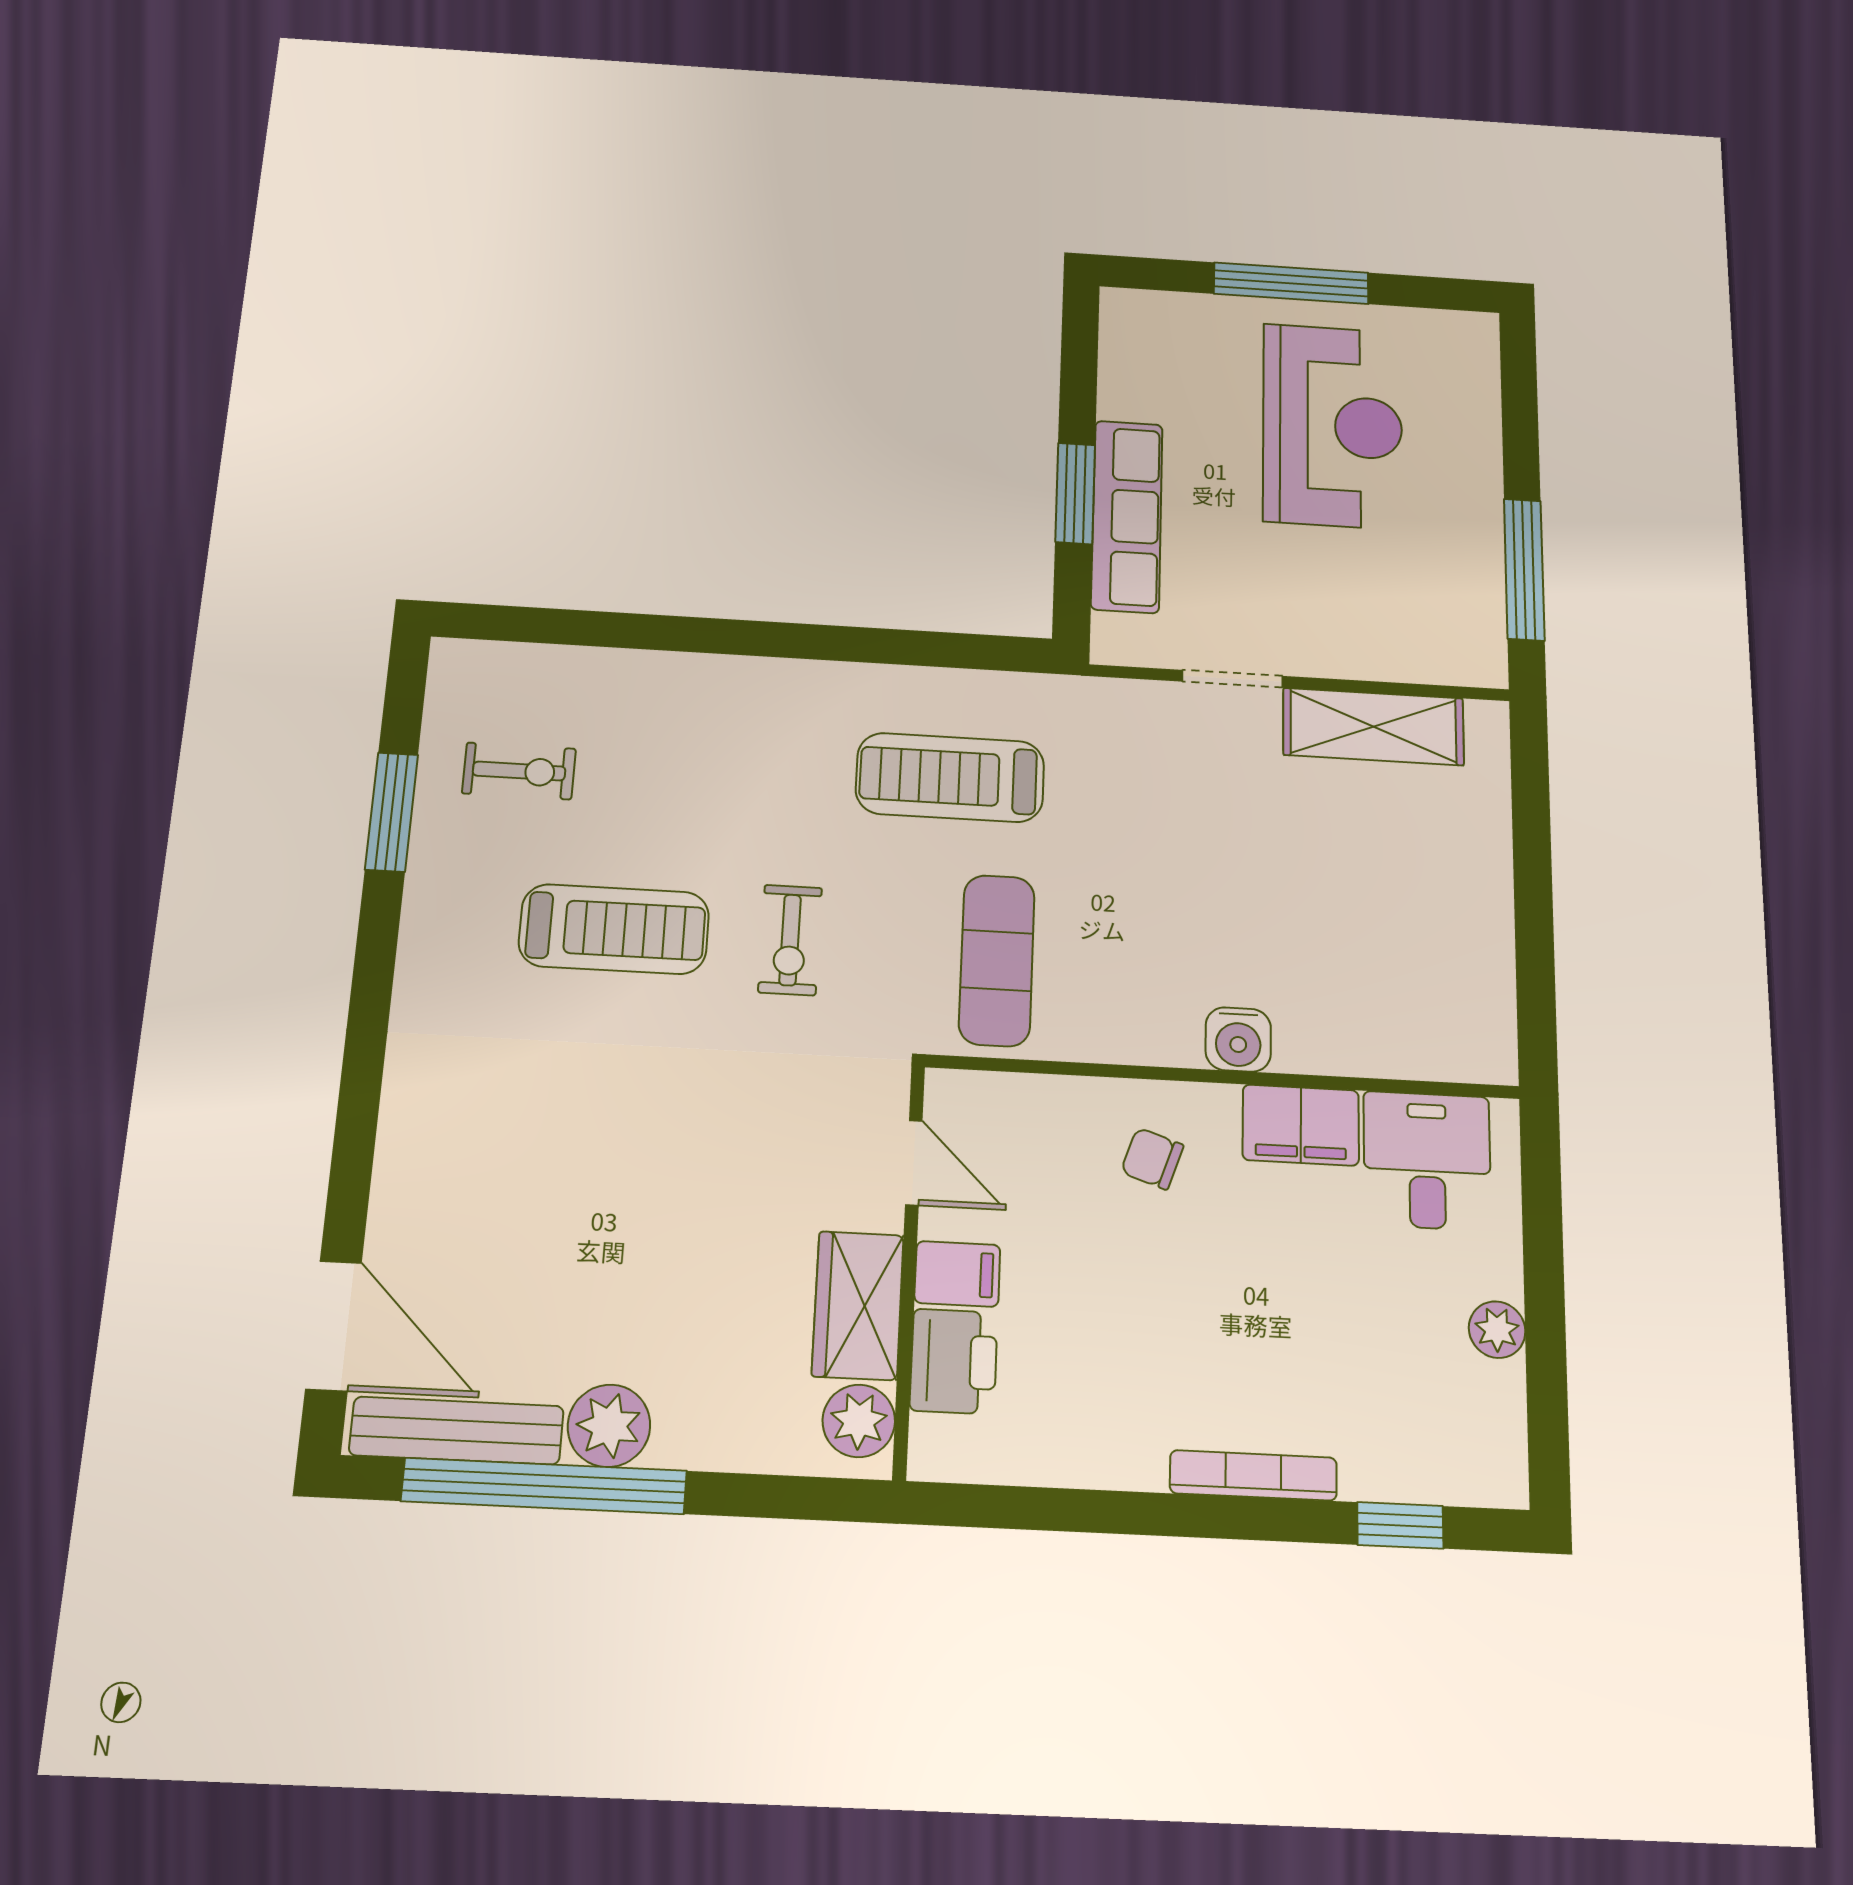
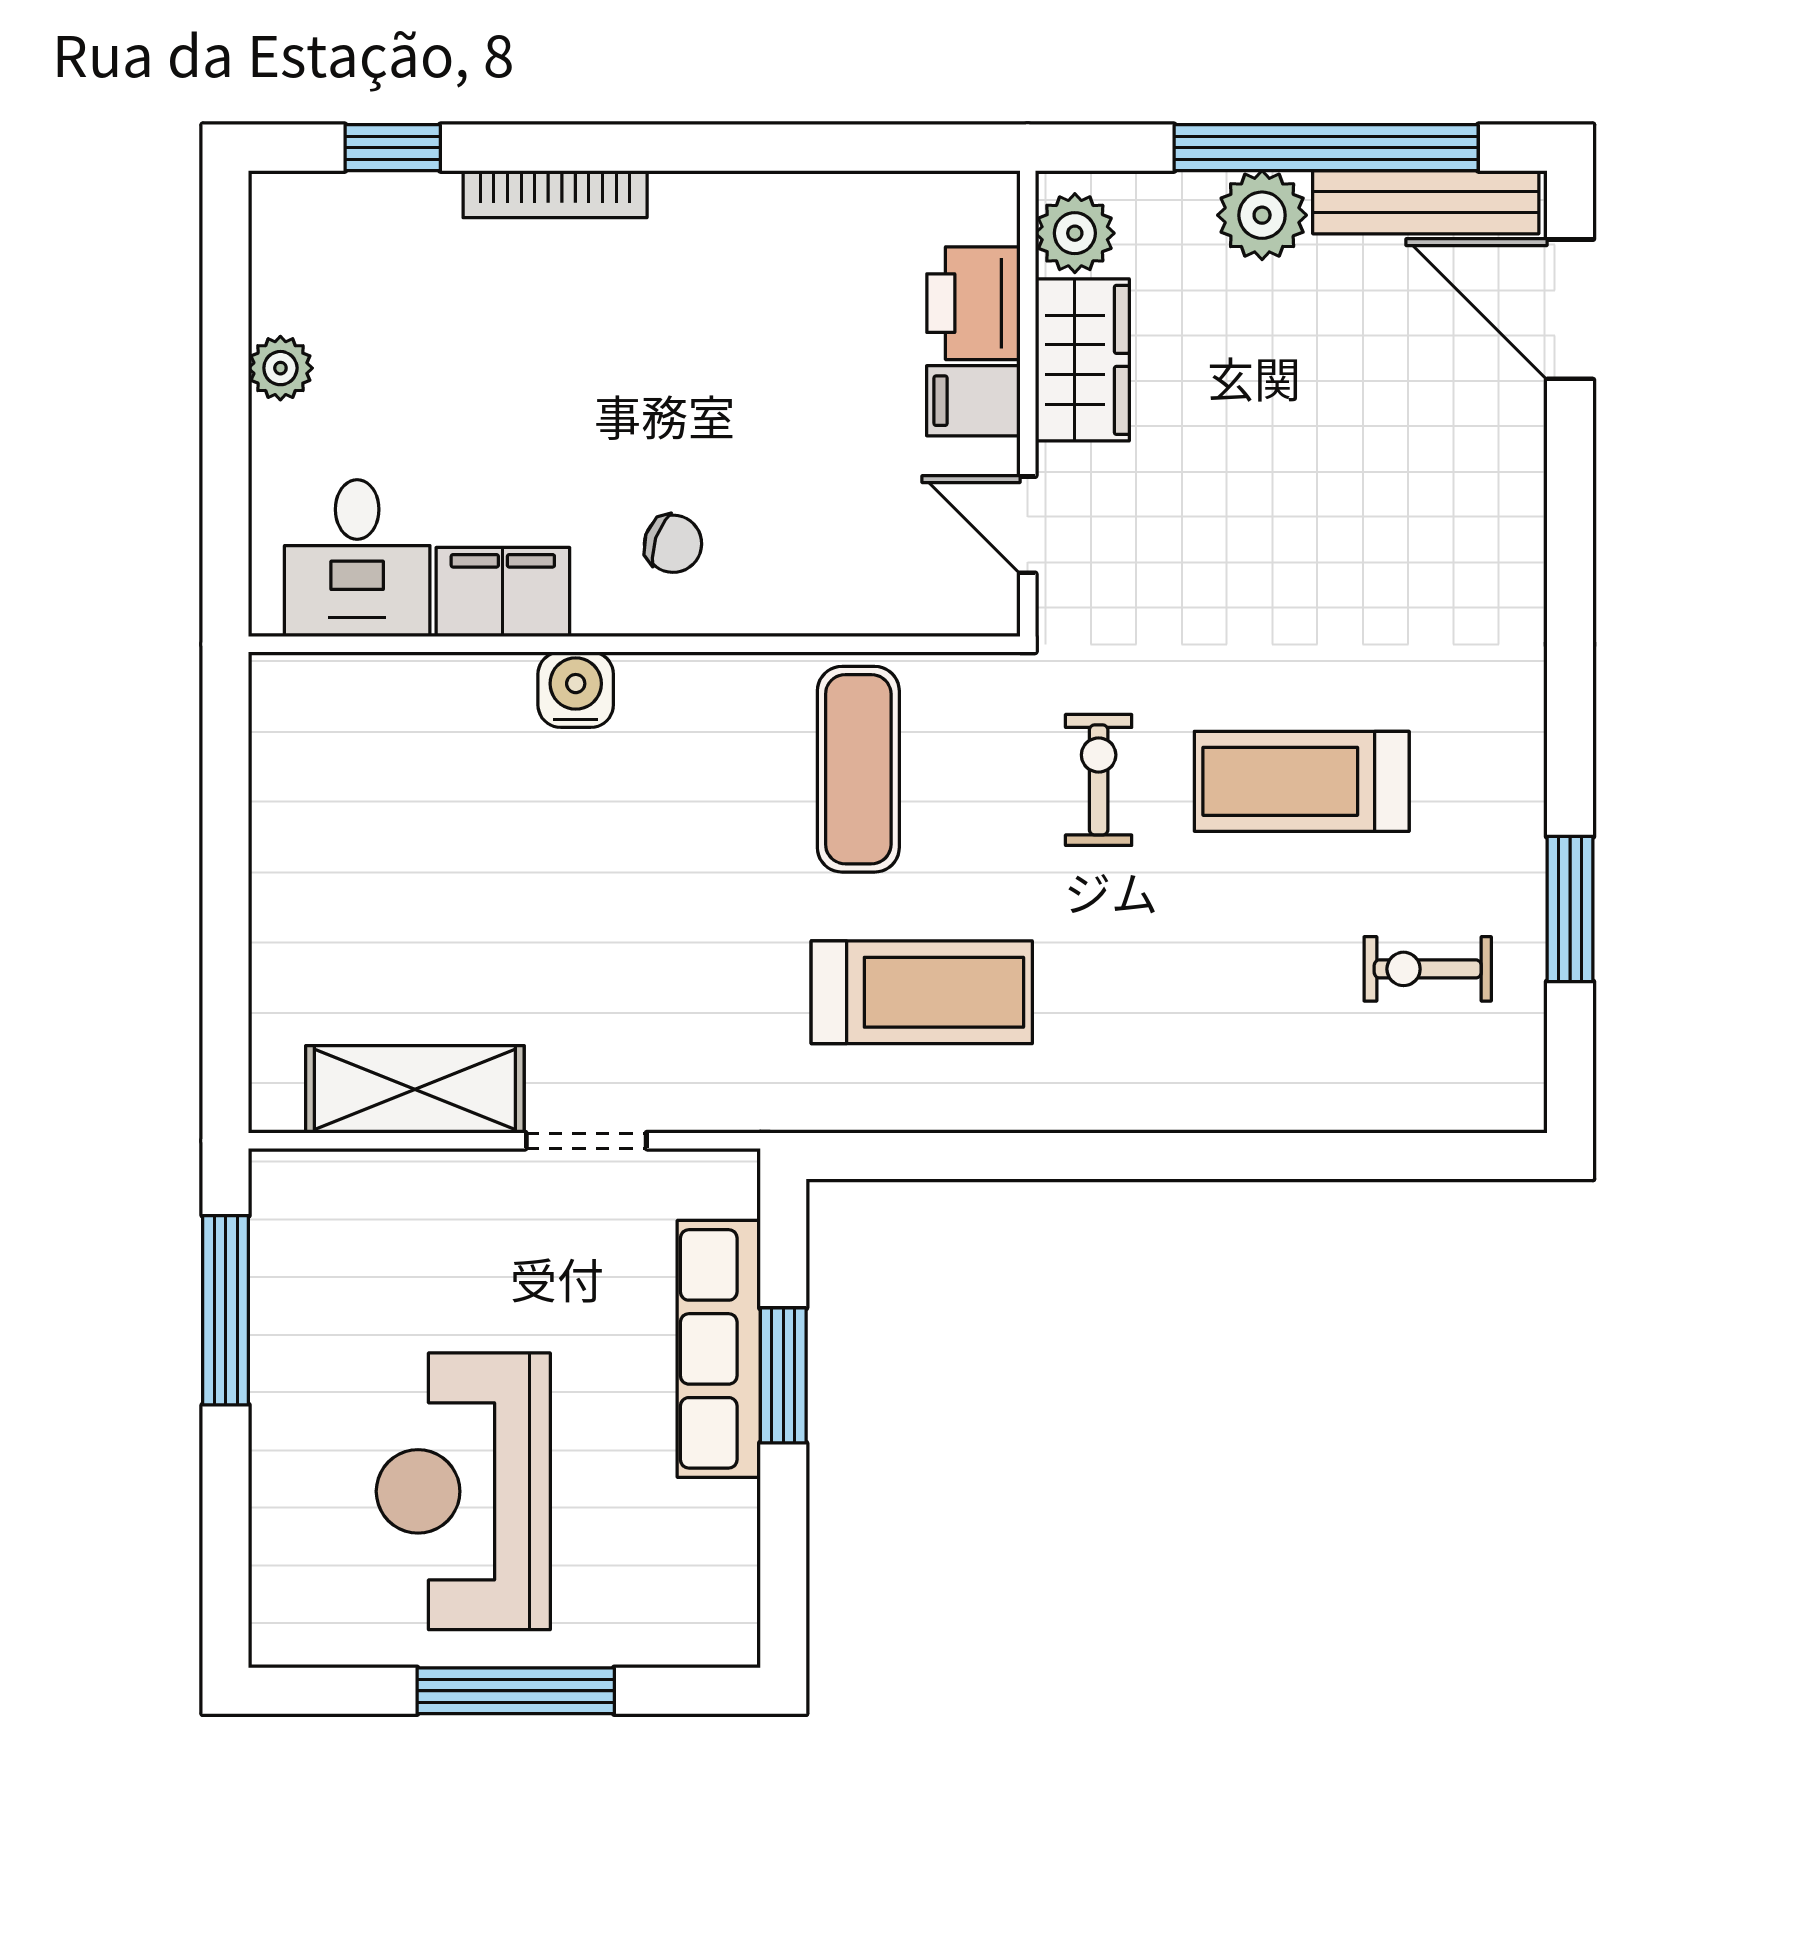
door: (914, 1163) -> (1028, 525), moved
wall: (909, 1269) -> (1028, 404), moved
filing cabinet: (957, 1274) -> (973, 401), moved
wardrobe: (858, 1305) -> (1082, 360), moved
printer: (954, 1361) -> (973, 303), moved
plant: (859, 1421) -> (1075, 233), moved

